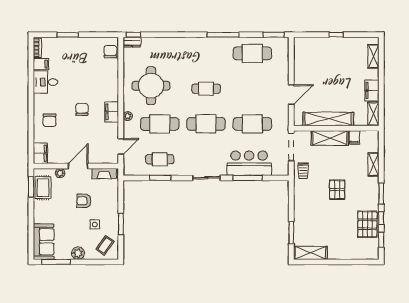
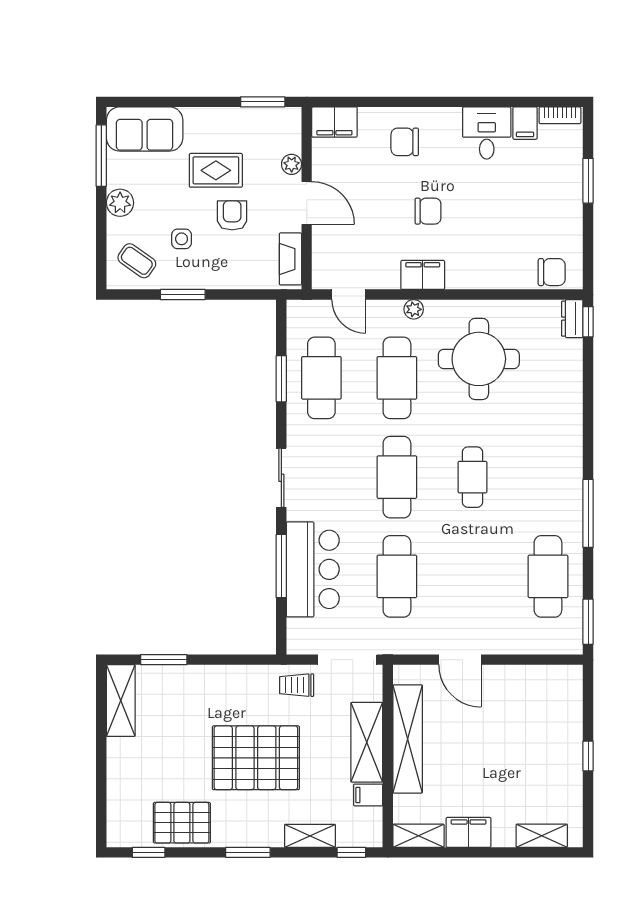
cafe table: (160, 159) -> (321, 378), width x1.37, depth x1.35
rug: (43, 188) -> (216, 170), moved
pallet: (337, 190) -> (256, 758), width x2.05, depth x2.00
window: (381, 218) -> (351, 852), moved

